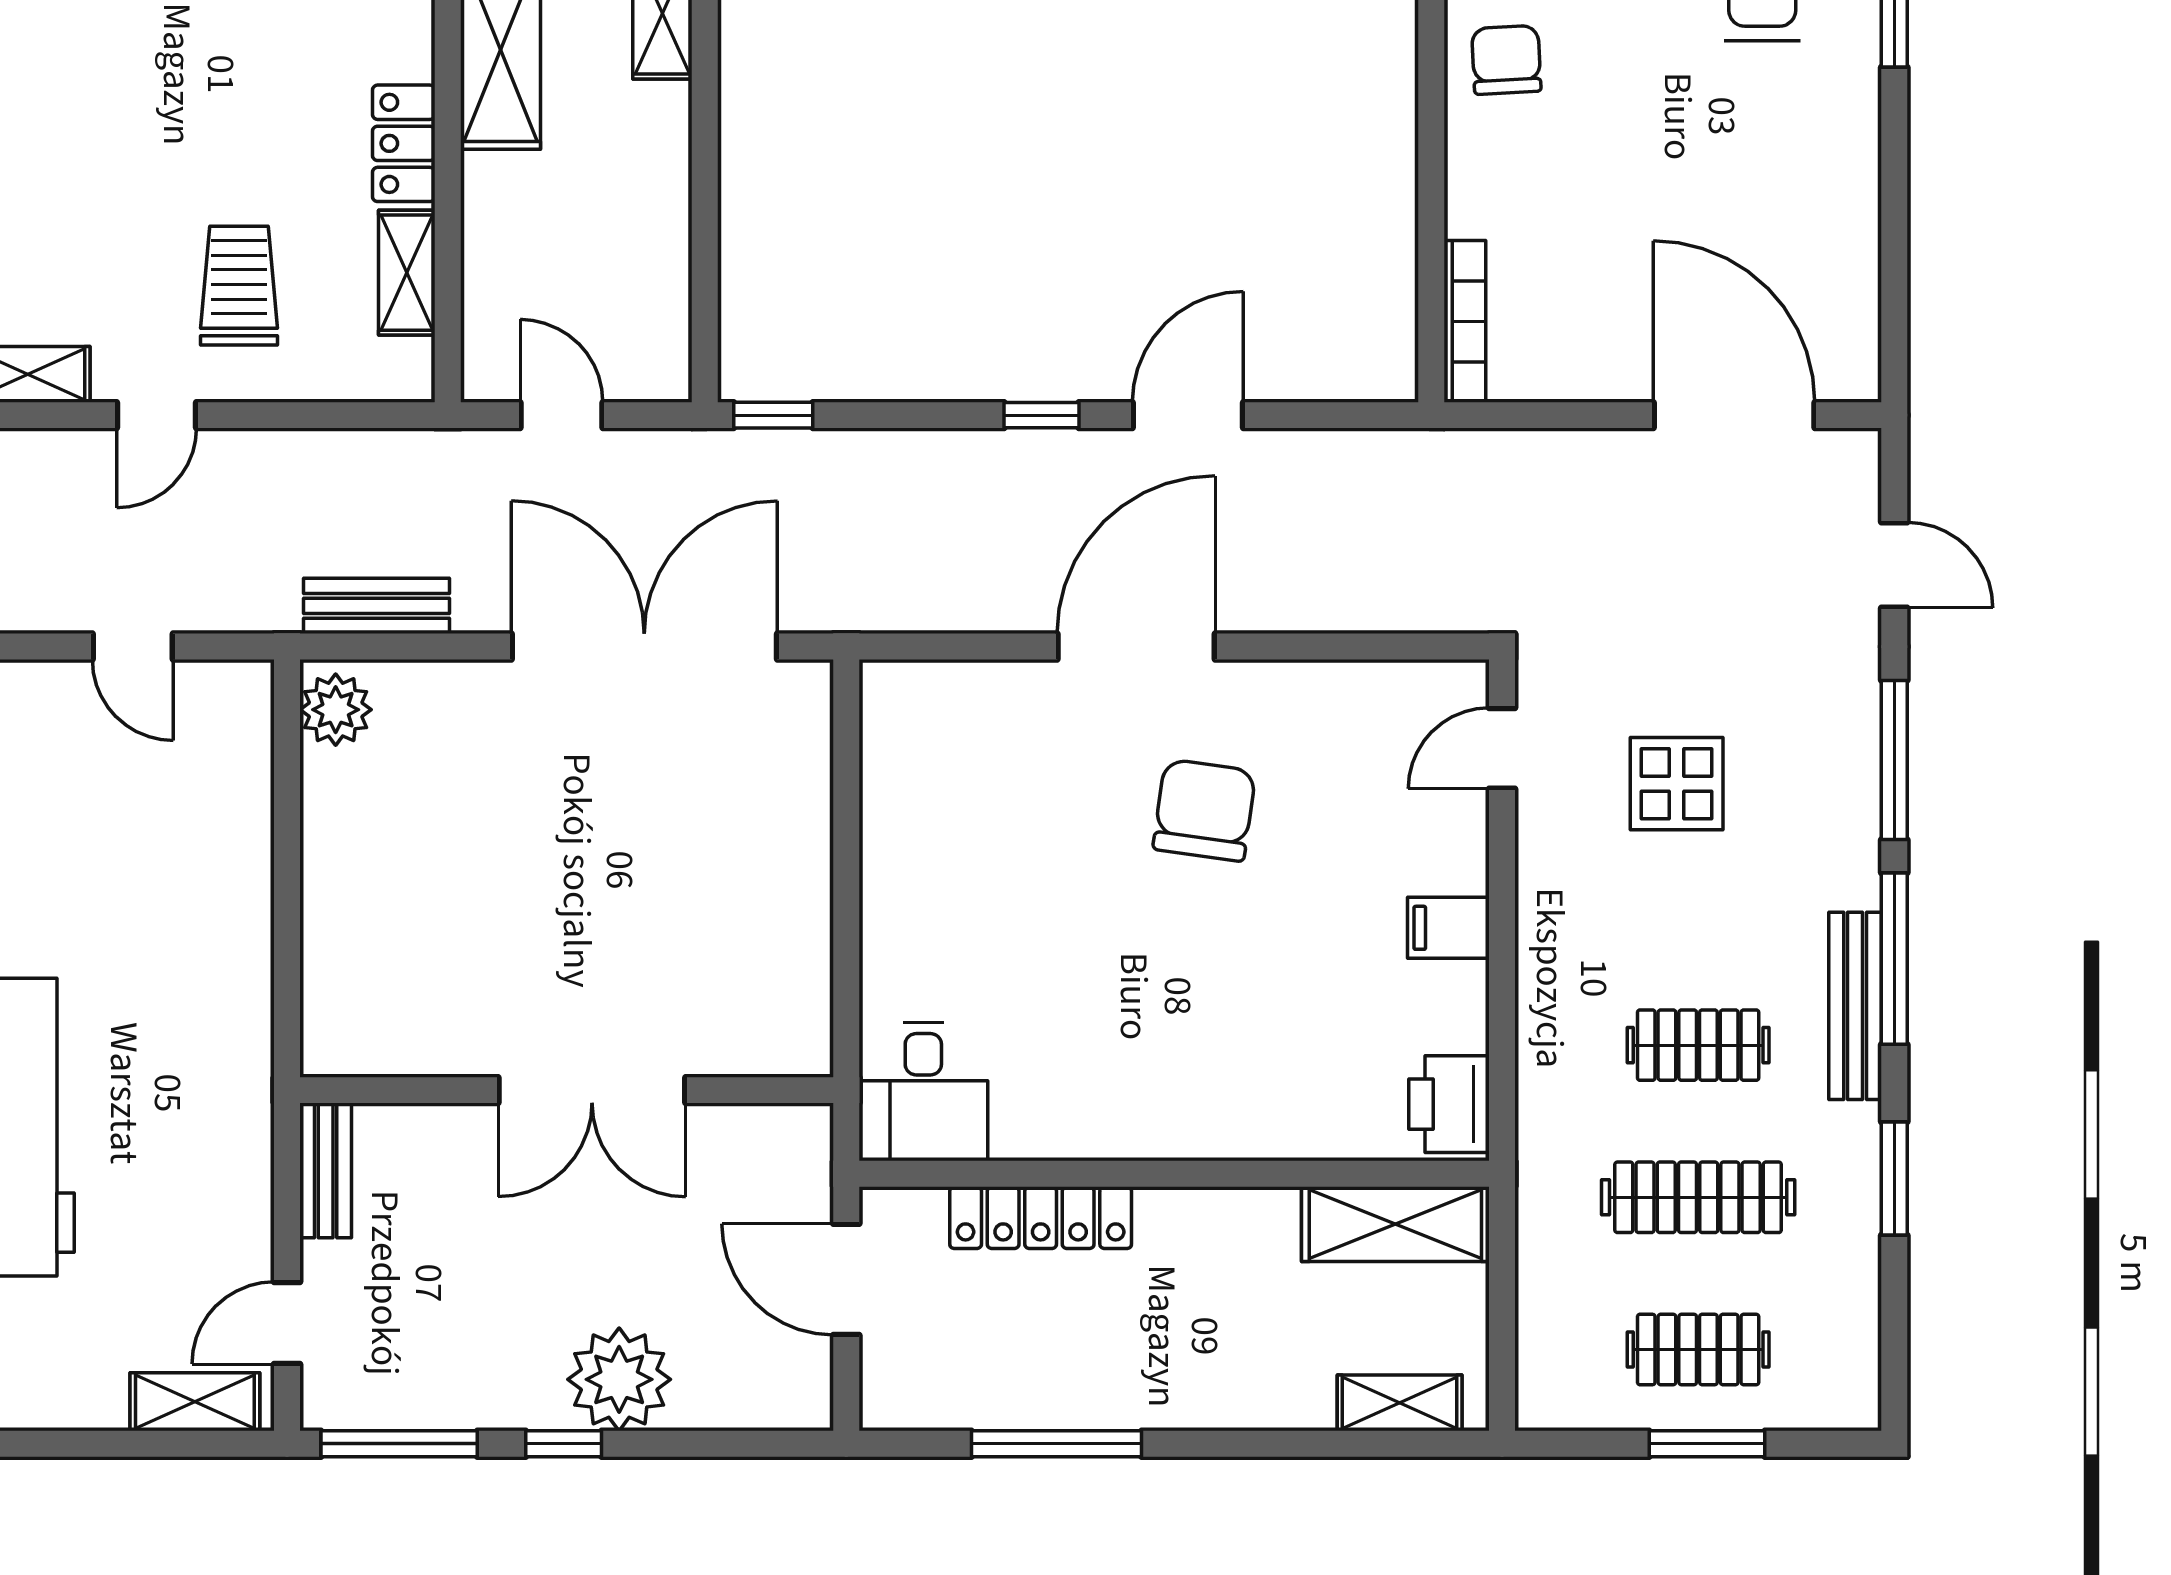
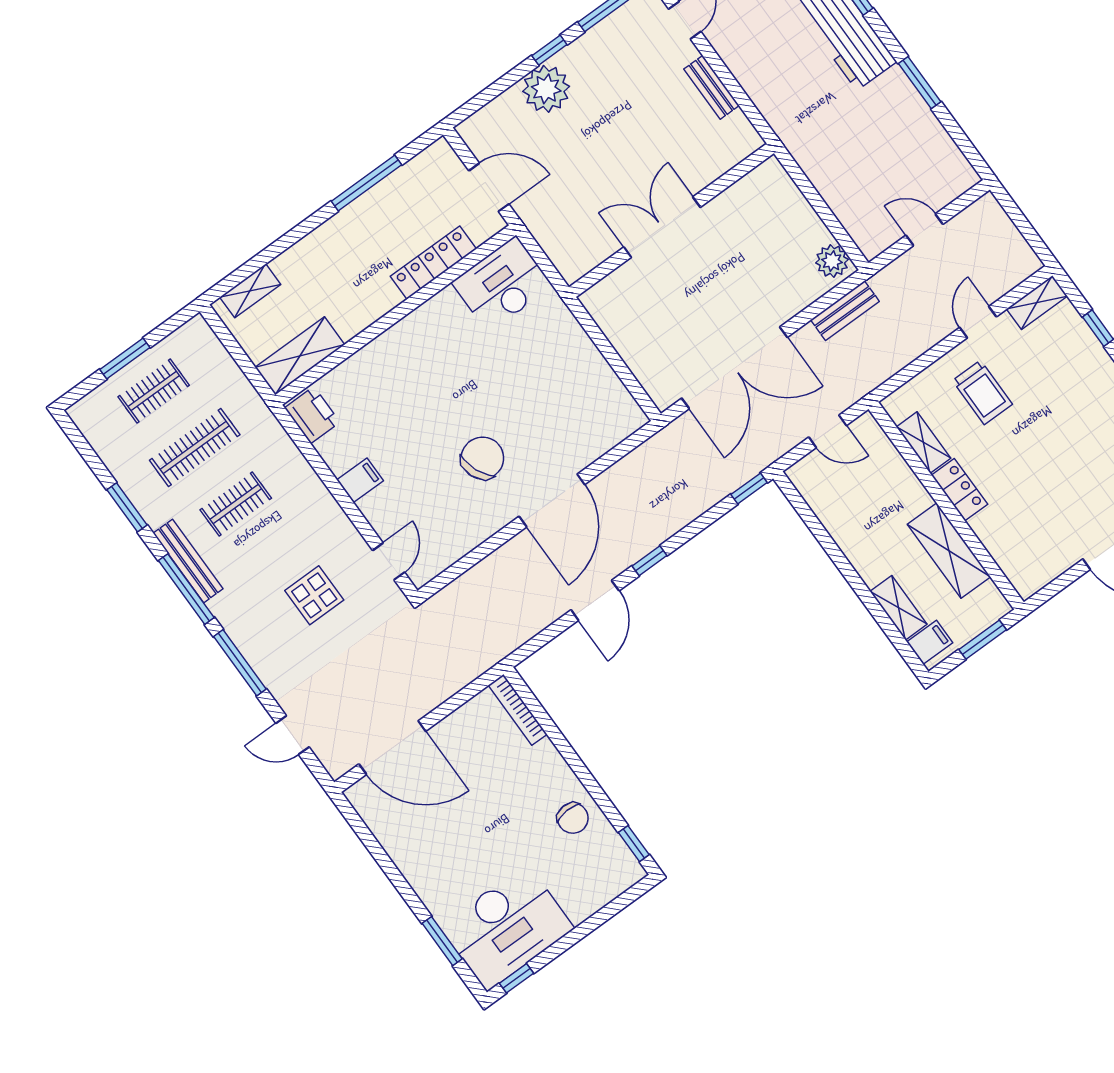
chair: (1204, 810) -> (482, 458), turned -120
wall: (567, 1090) -> (671, 220), moved
double door: (592, 1090) -> (662, 227), moved
desk: (923, 1092) -> (502, 284), width x1.37

